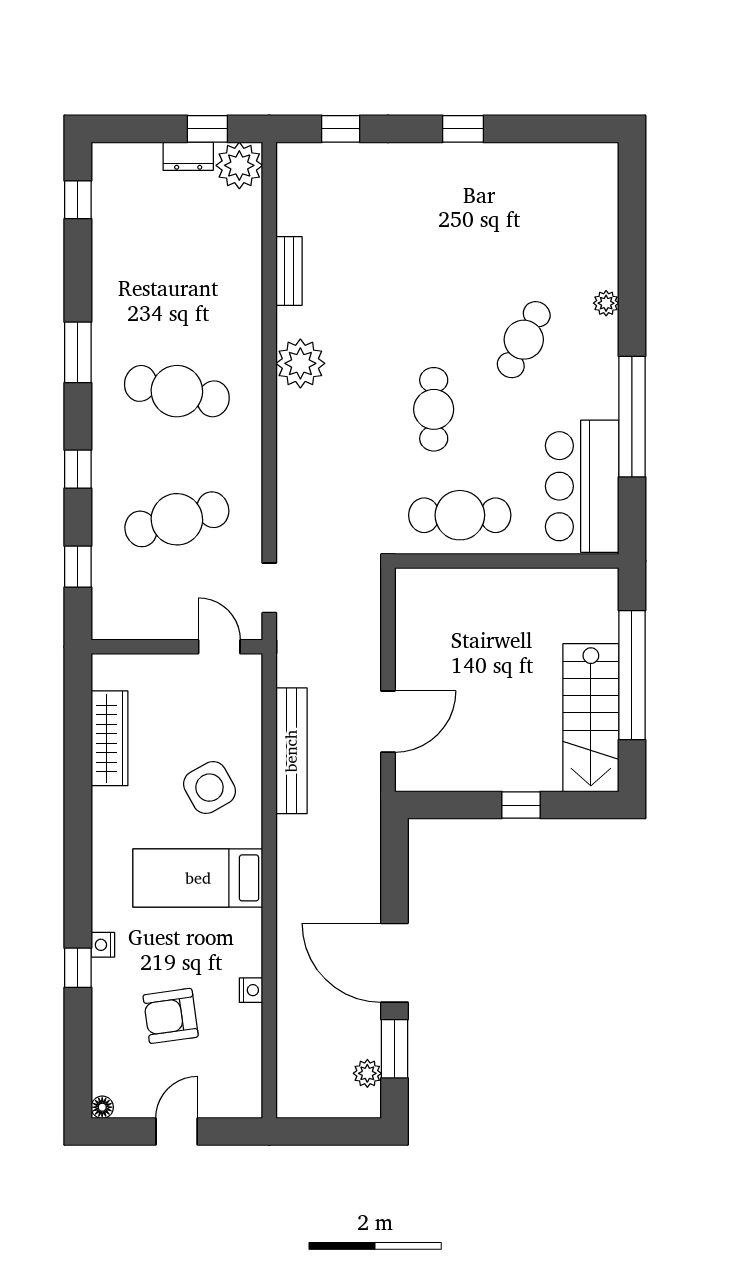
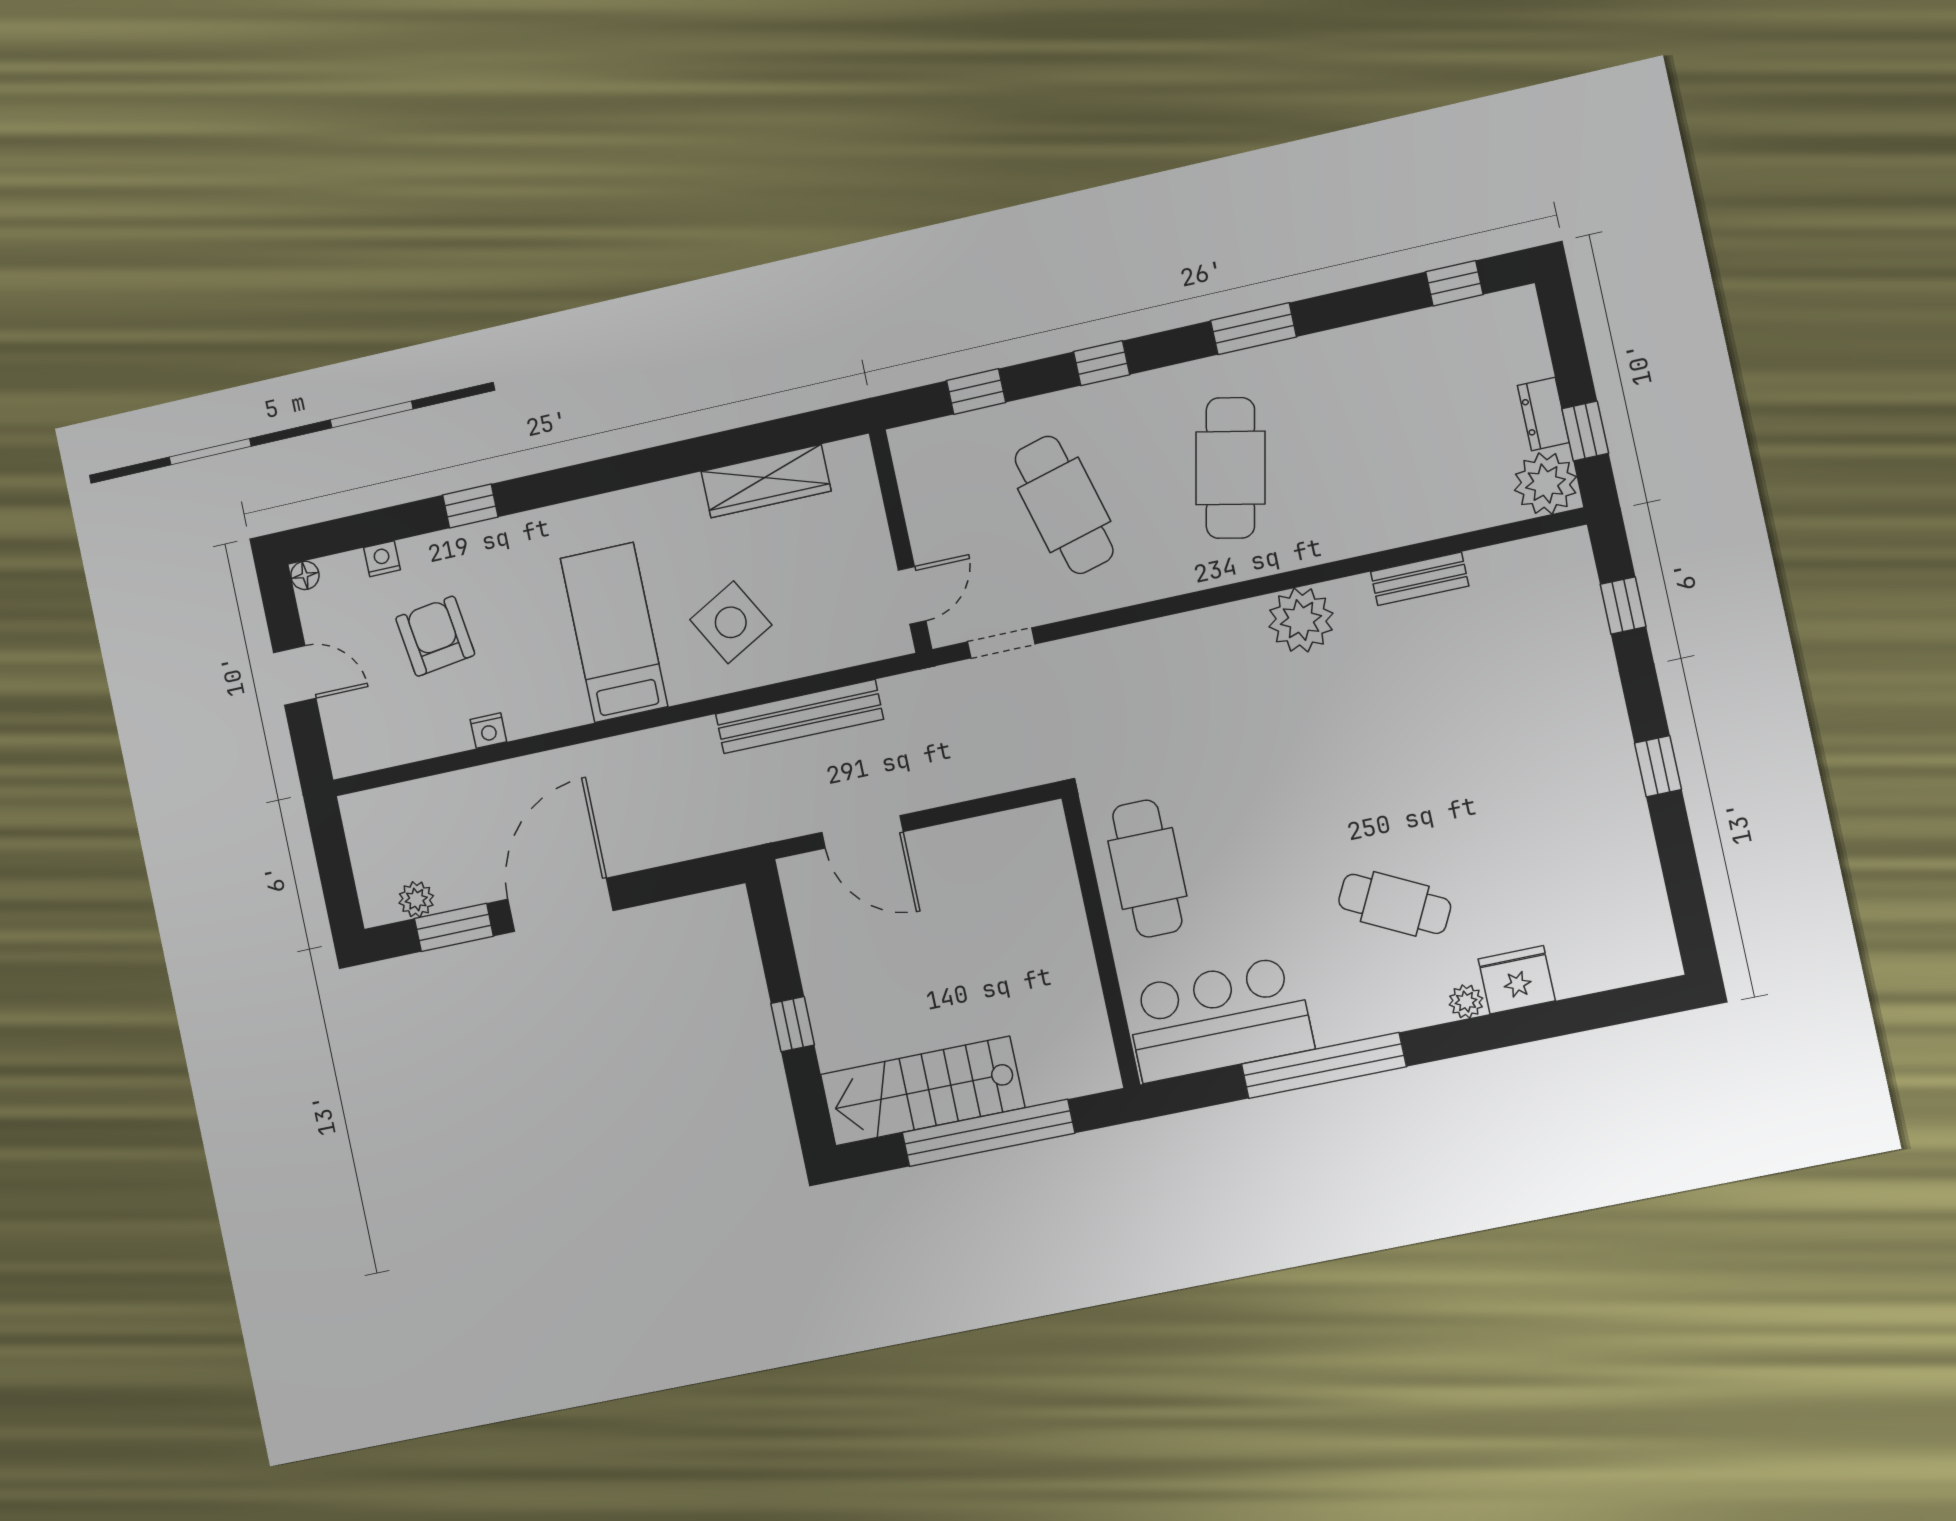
fridge: (598, 263) -> (1517, 980), added
cafe table: (434, 409) -> (1278, 806), removed
nightstand: (103, 945) -> (382, 559), moved

